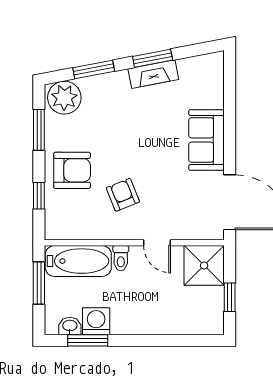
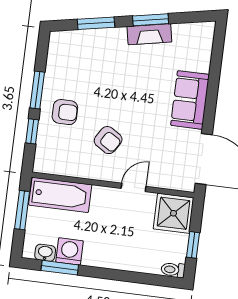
plant: (64, 98) -> (66, 45), removed
window: (39, 130) -> (37, 90), moved
armchair: (72, 170) -> (65, 112), width x0.72, depth x0.72
armchair: (123, 195) -> (108, 140), turned 144
door: (157, 243) -> (134, 187), swing flipped
toilet: (121, 258) -> (173, 270), moved, turned 90

